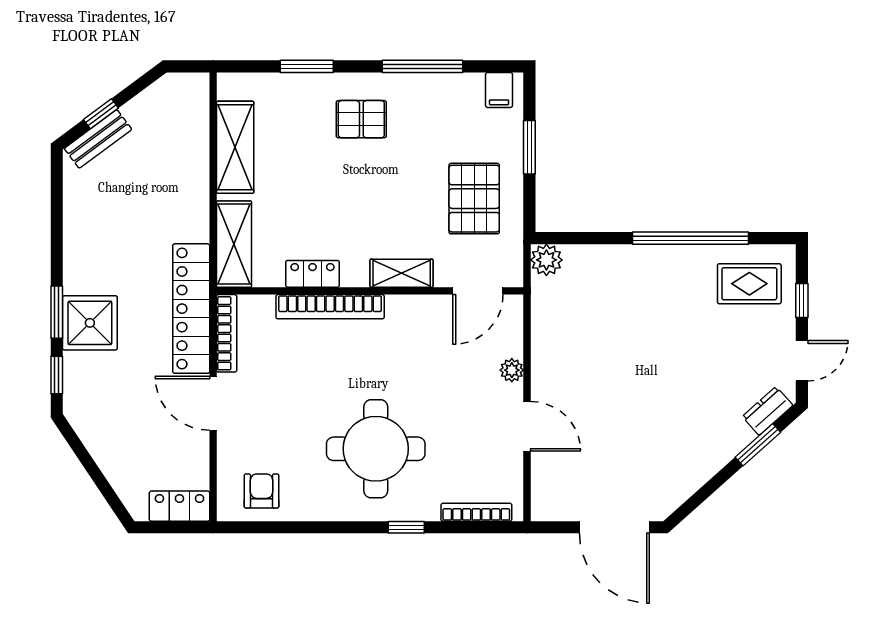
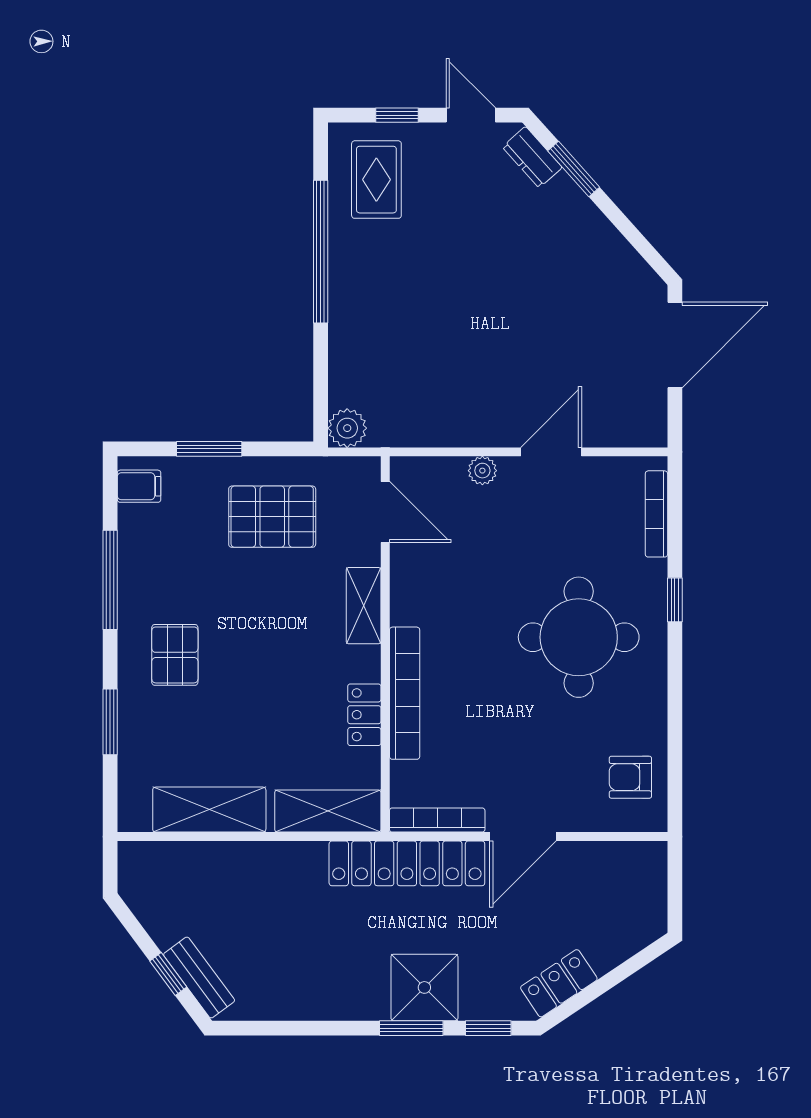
locker: (179, 506) -> (559, 983), moved, turned 56

